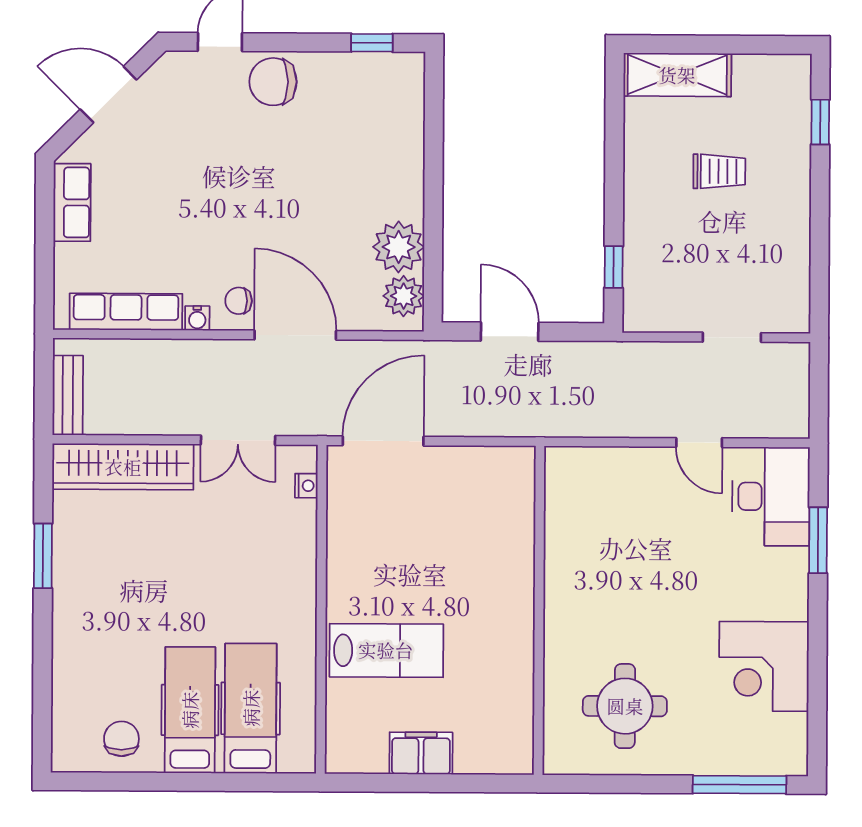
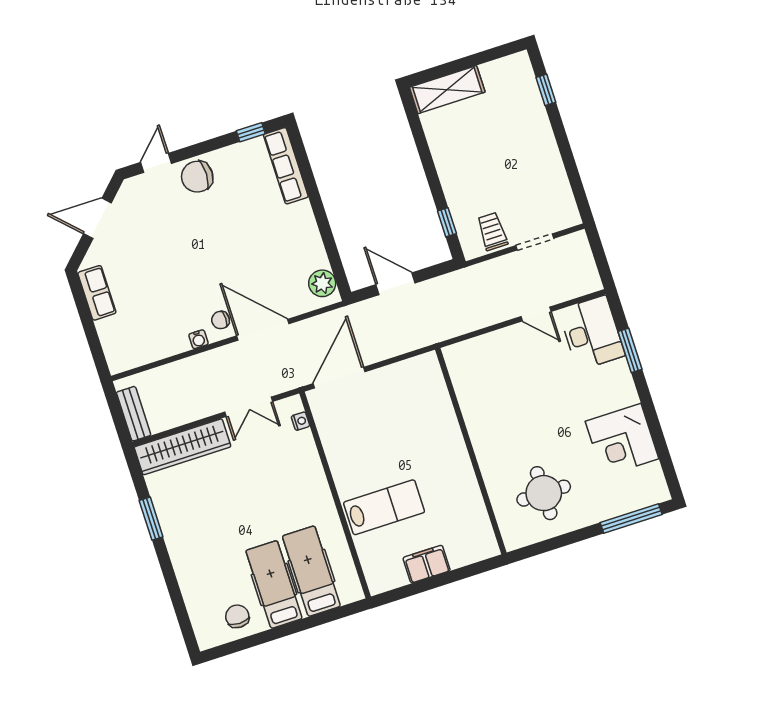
trolley: (719, 171) -> (492, 231), moved, turned -90
plant: (399, 247) -> (309, 254), removed
row of seats: (126, 312) -> (286, 166), moved, turned -90

